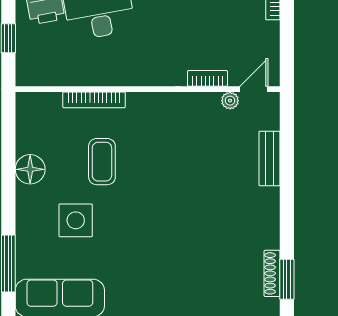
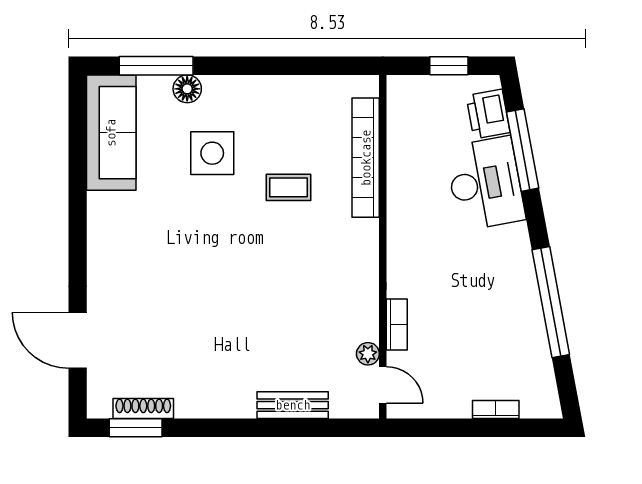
bookcase: (94, 100) -> (366, 158), width x1.48, depth x1.31
coffee table: (102, 162) -> (289, 187), width x0.73, depth x0.77
floor lamp: (30, 169) -> (187, 89), moved, width x0.73, depth x0.73

